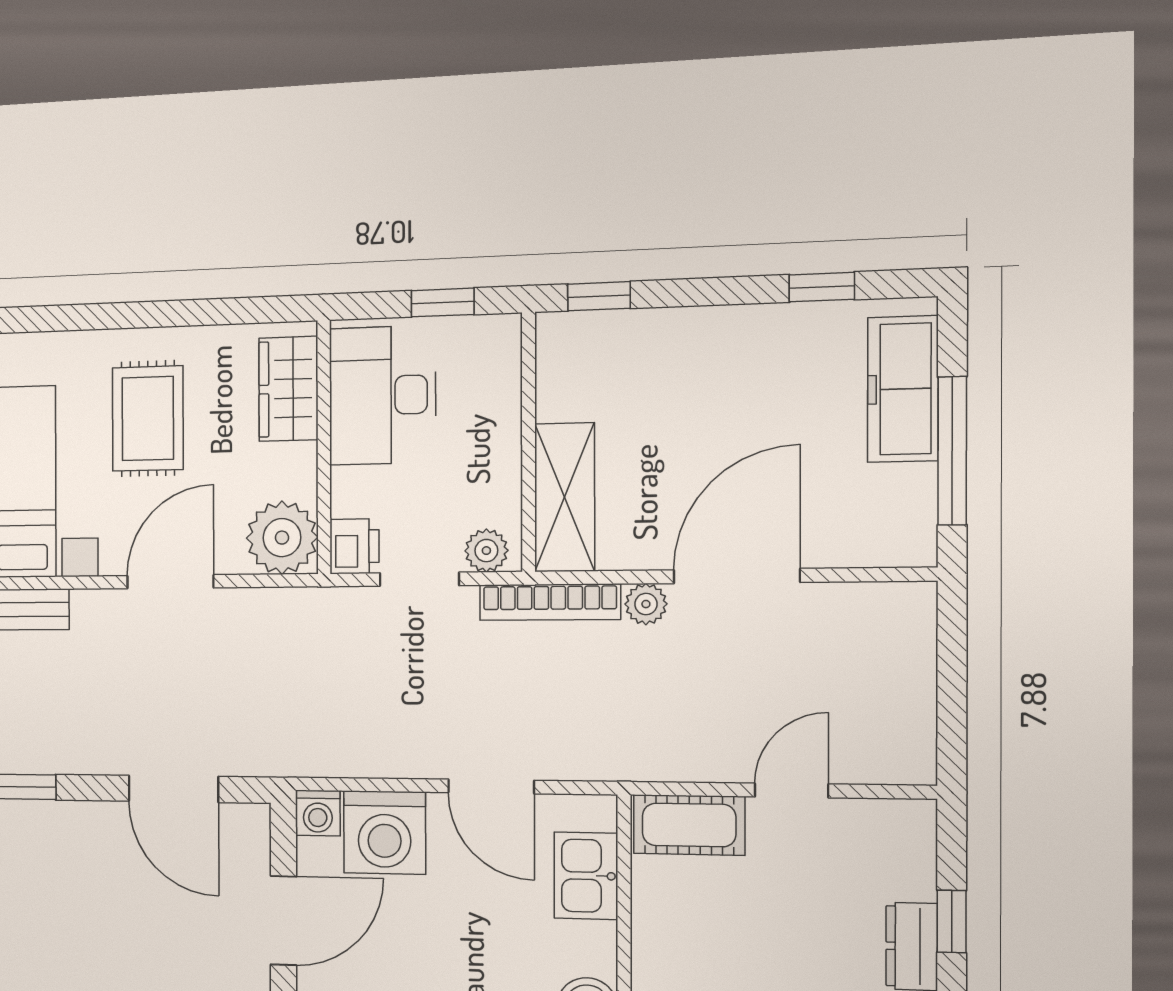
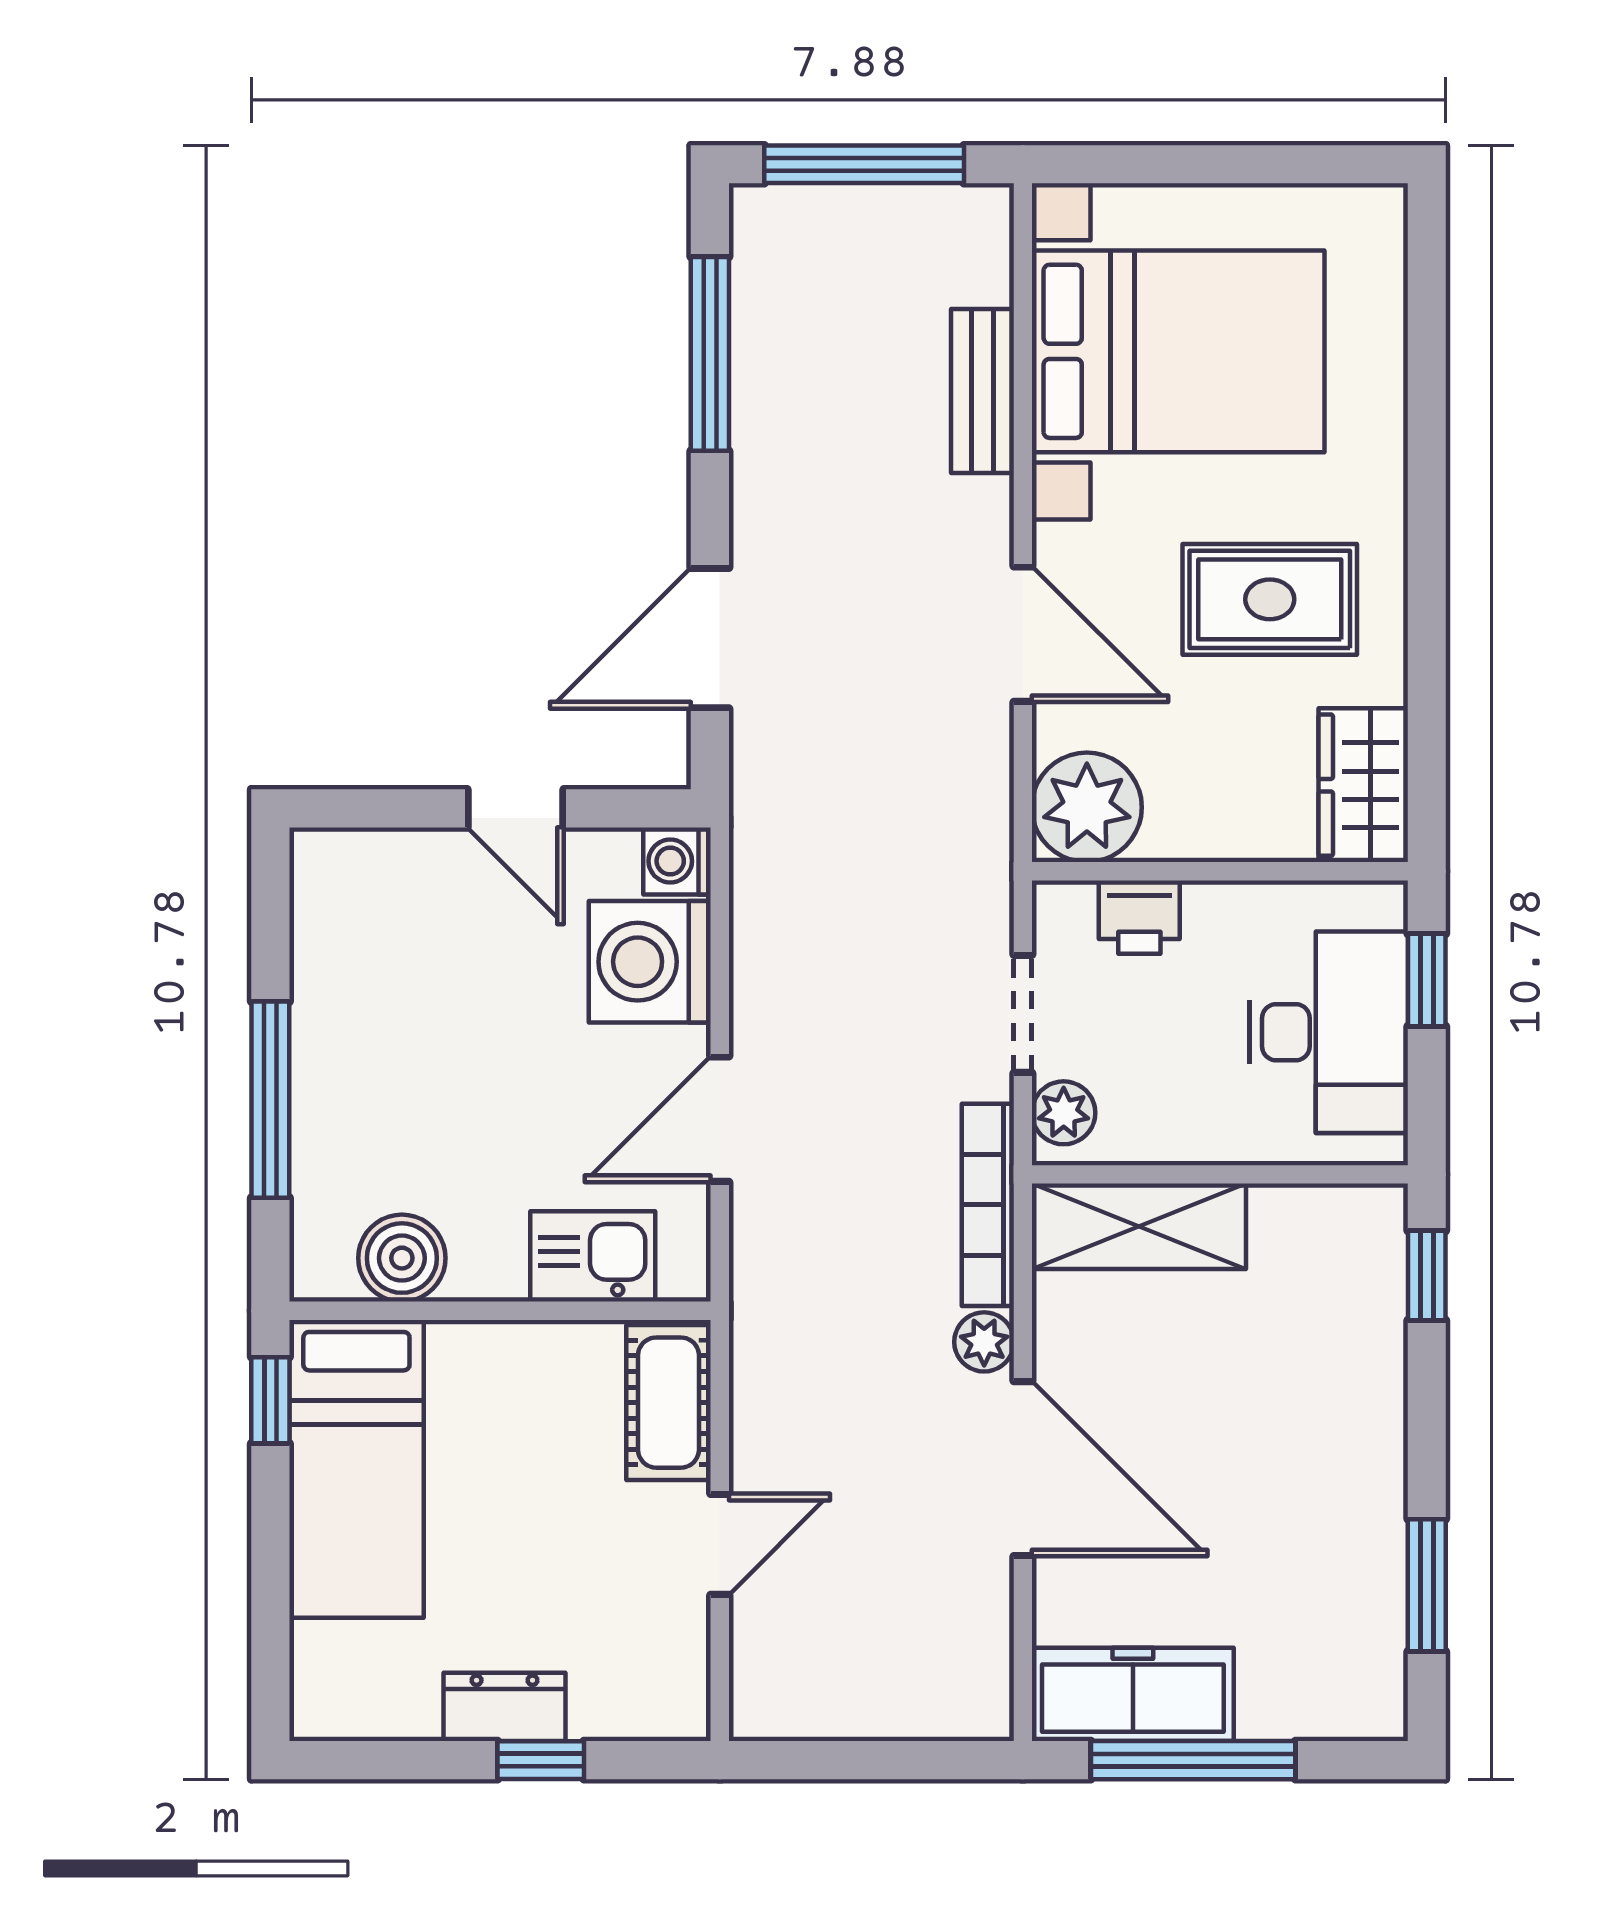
window: (822, 287) -> (1427, 1585), width x1.50
window: (443, 303) -> (1427, 980), moved
wardrobe: (288, 389) -> (1363, 785), moved, turned -90
freezer: (903, 389) -> (1133, 1694), moved
desk: (382, 395) -> (1329, 1032), moved, turned 90
printer: (354, 546) -> (1139, 917), moved
door: (791, 790) -> (720, 1544), hinge flipped
door: (283, 920) -> (516, 808), width x0.73

